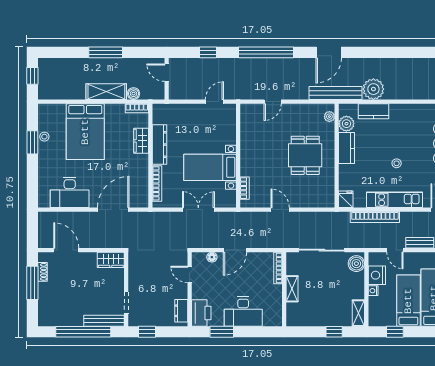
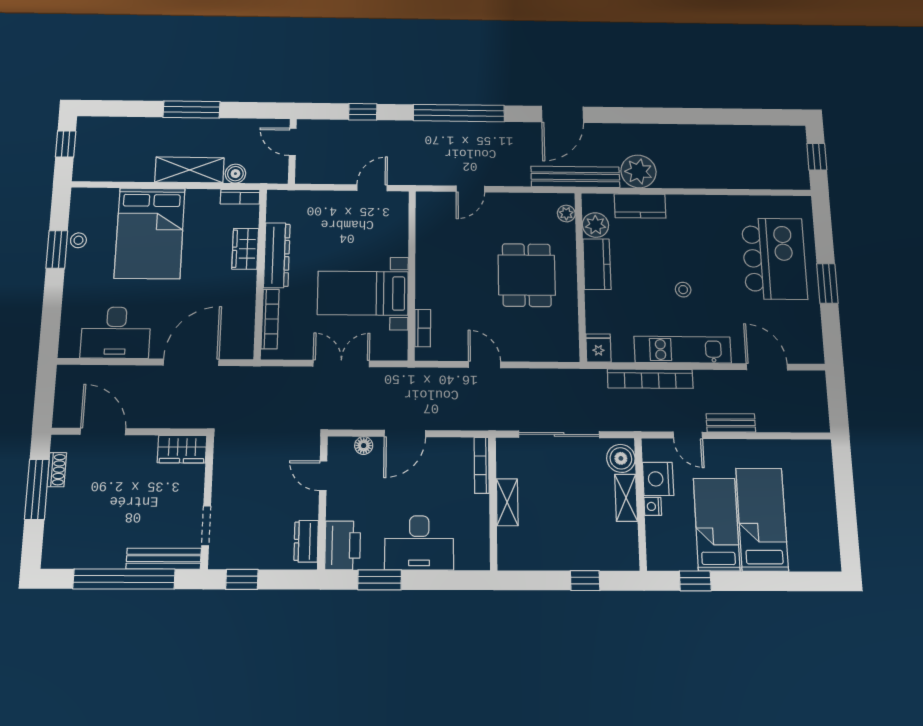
shelving: (358, 313) -> (626, 498), moved

